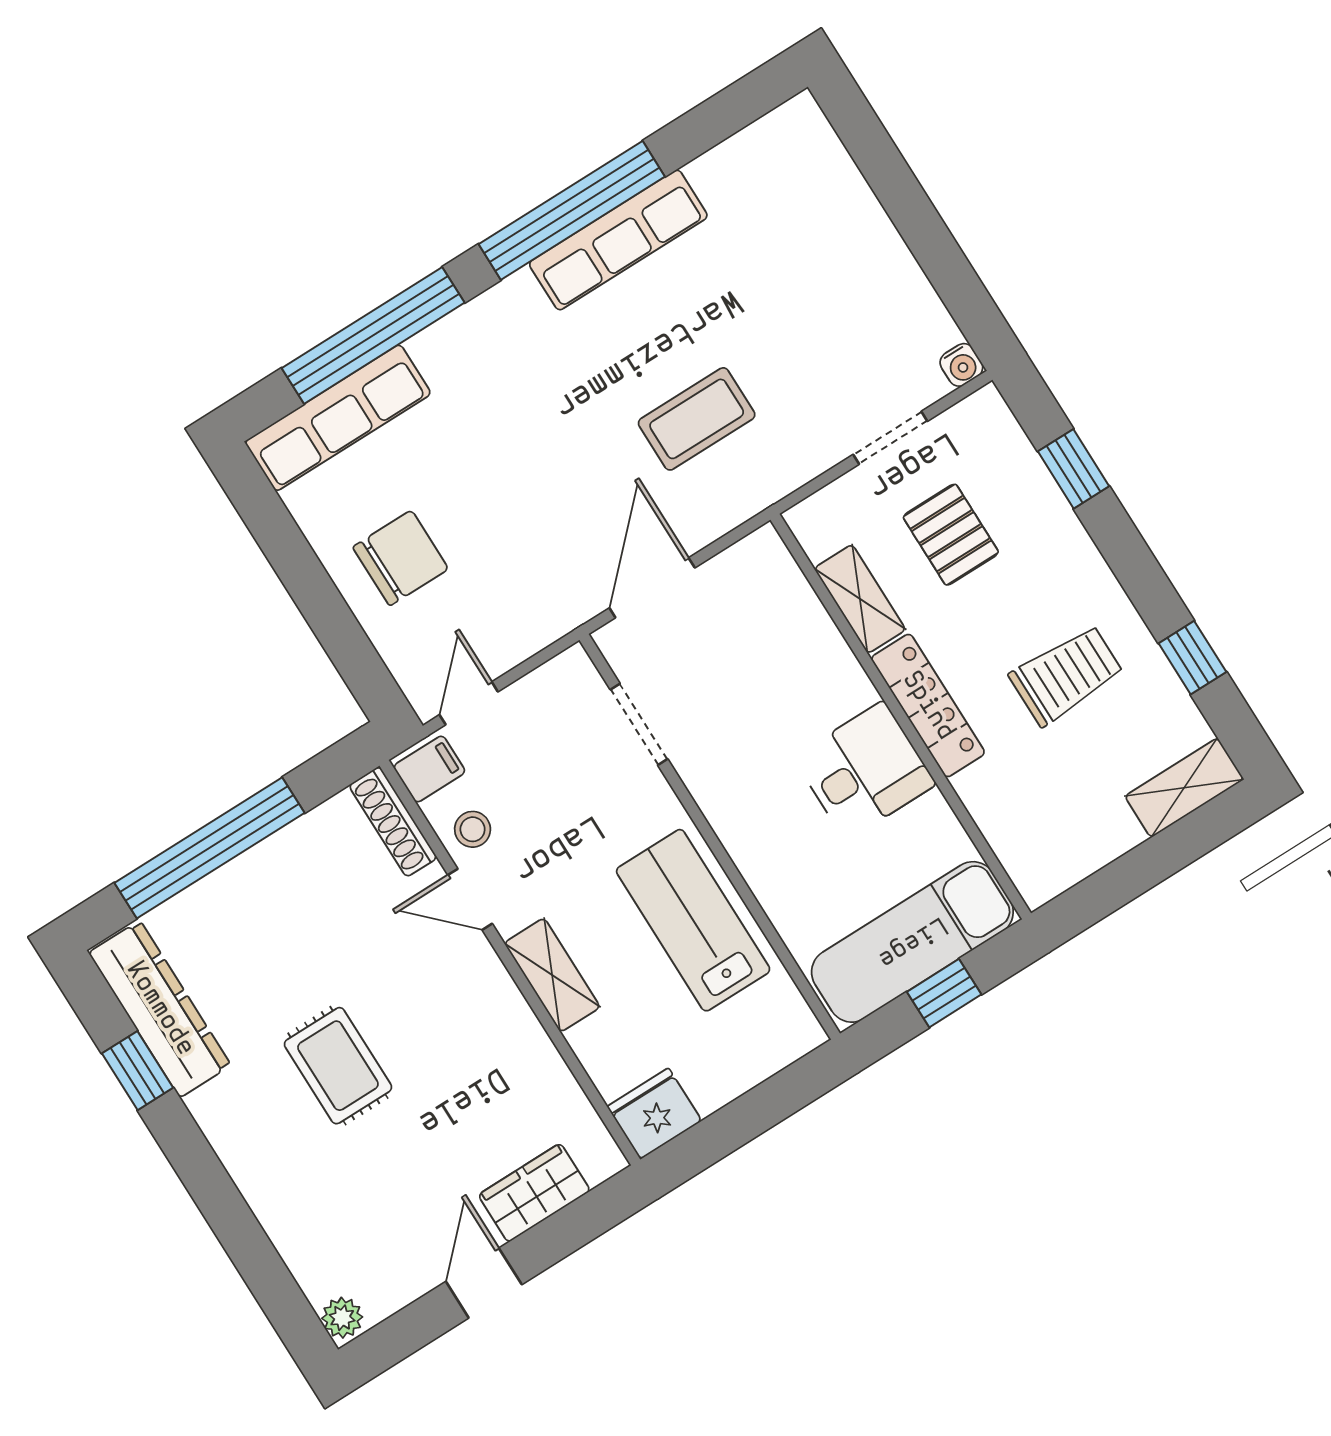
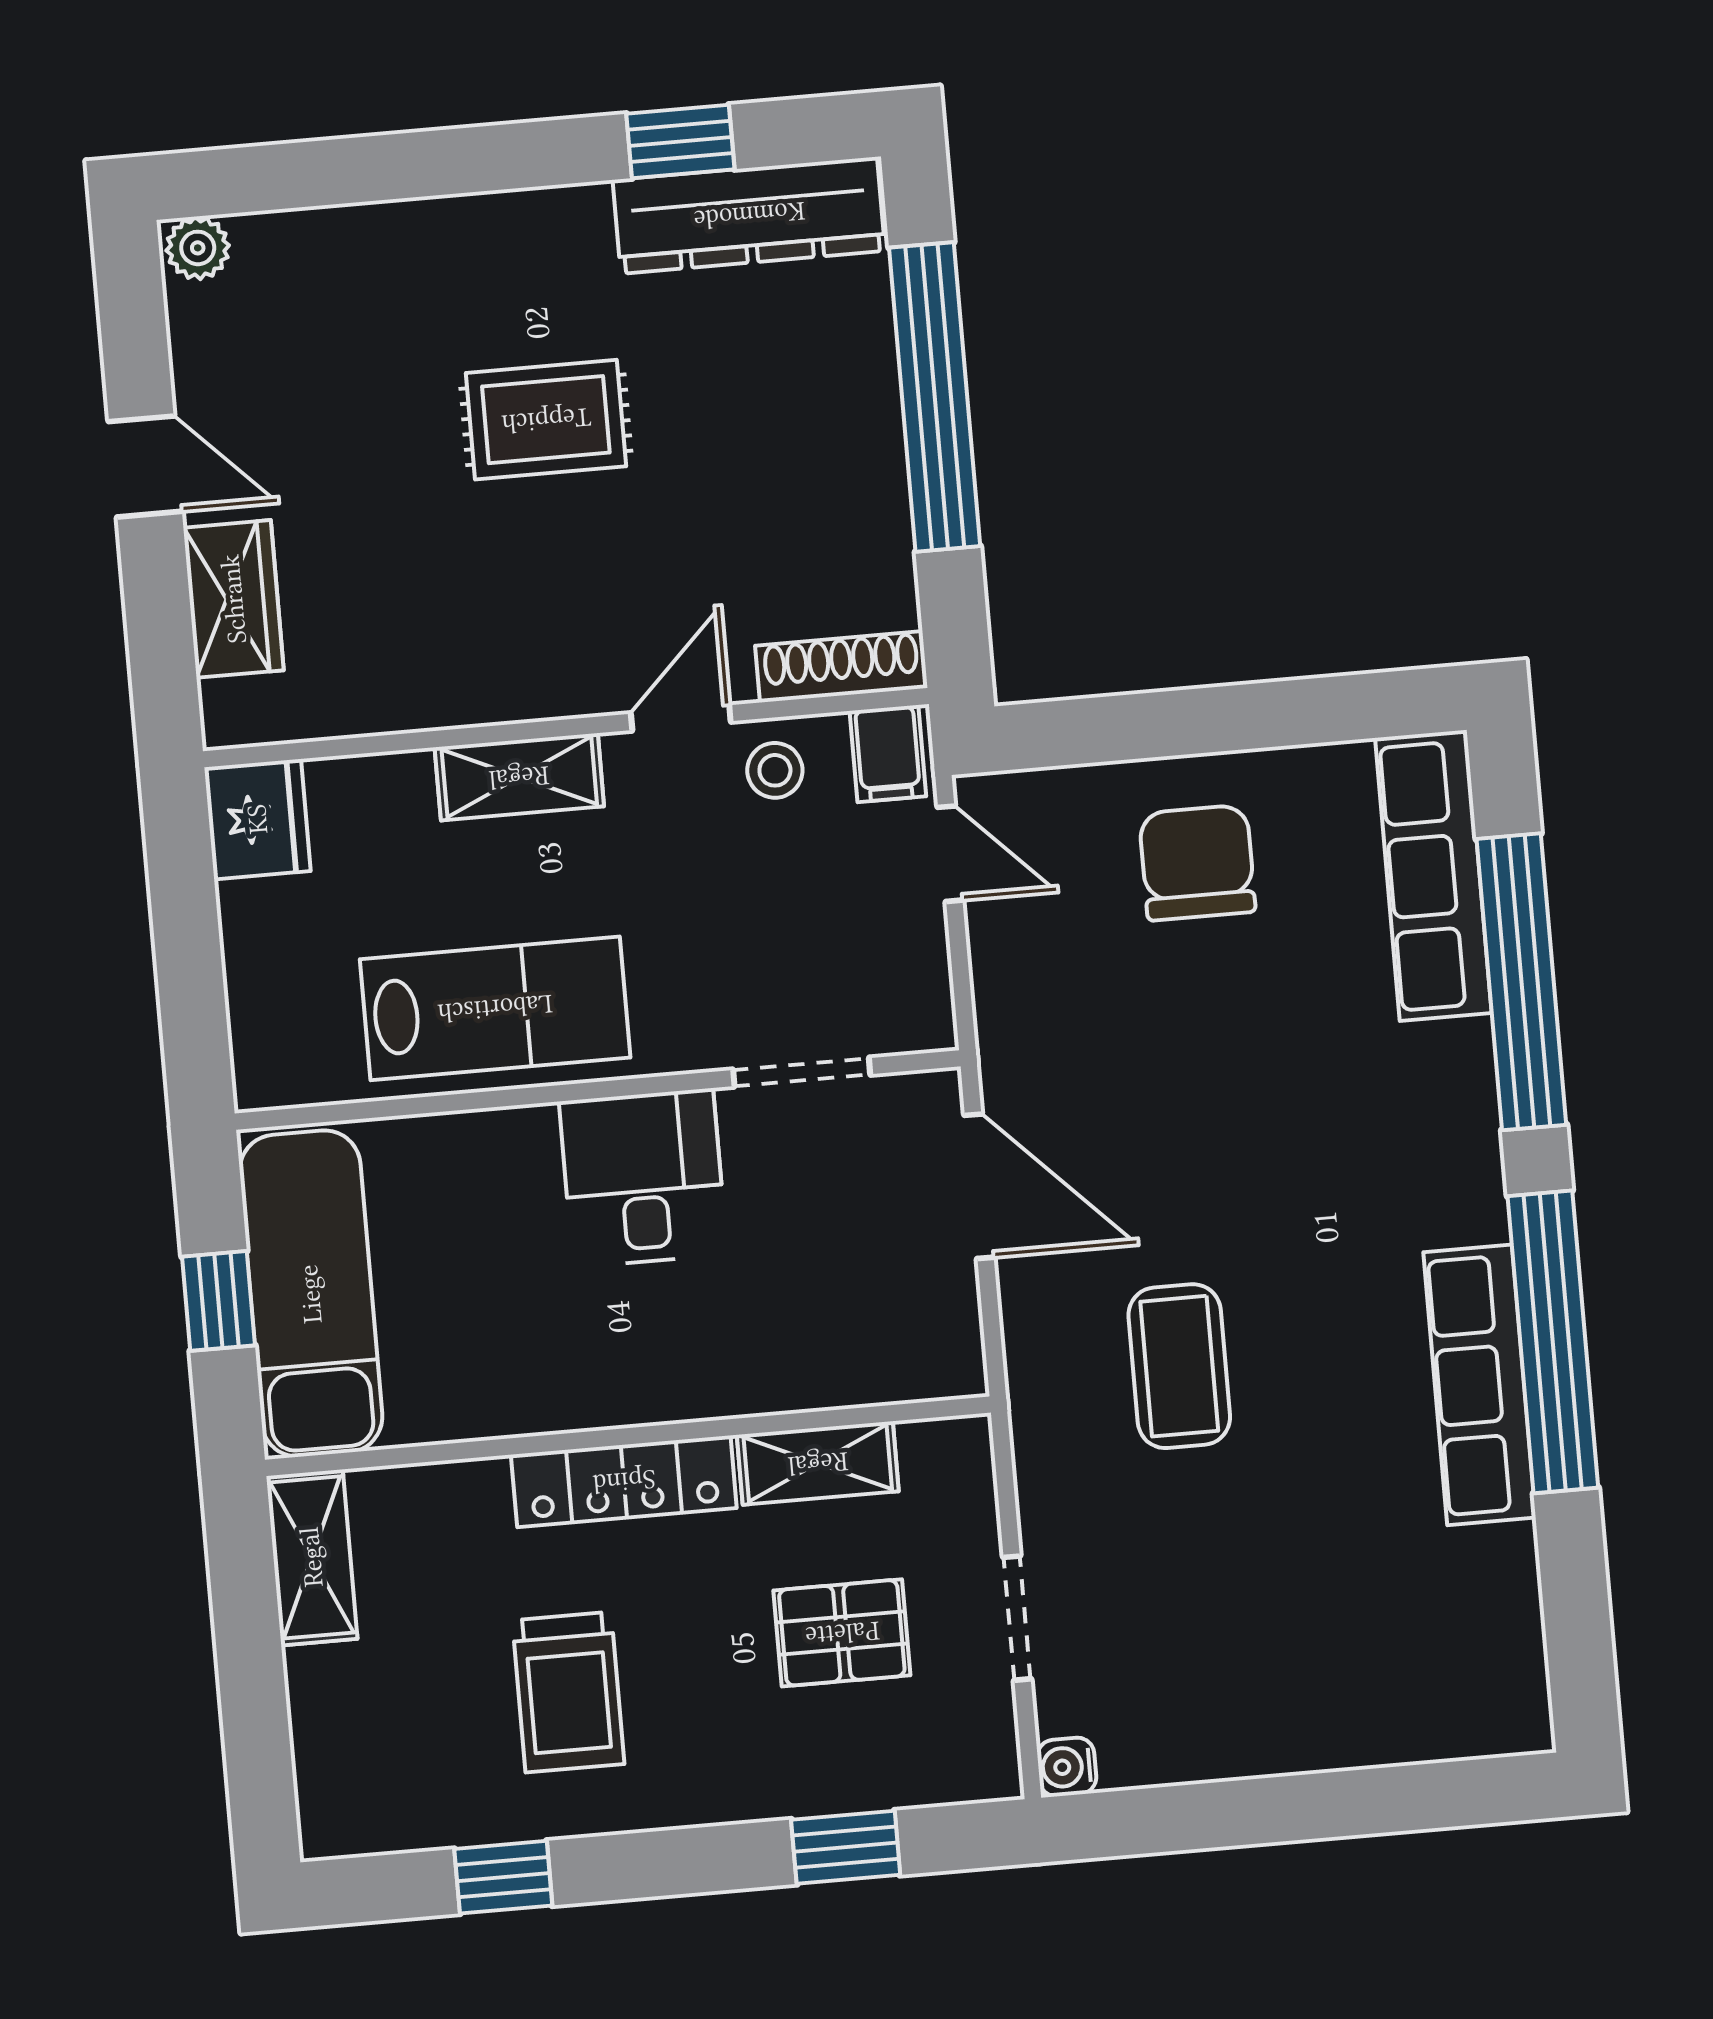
chair: (401, 558) -> (1197, 863), turned 180
desk: (865, 771) -> (643, 1178), moved, turned 180
shelving: (1184, 788) -> (312, 1557), moved

